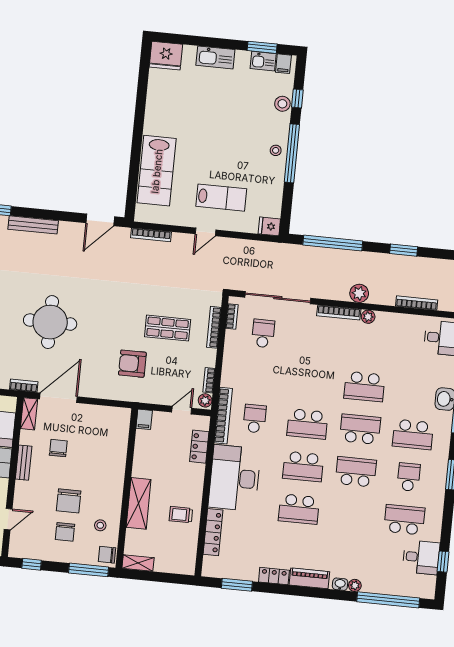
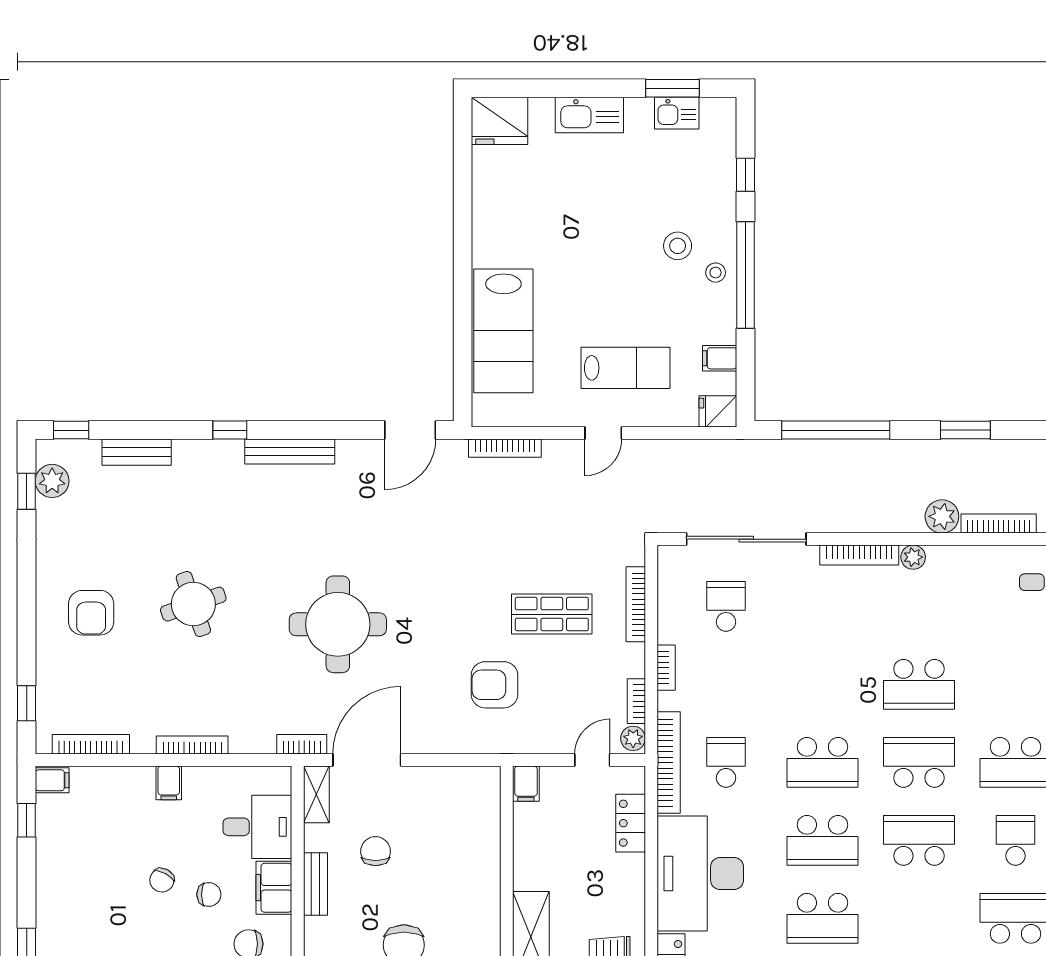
filing cabinet: (283, 64) -> (720, 358), moved, turned 90
stool: (282, 104) -> (678, 246), moved
plant: (359, 293) -> (942, 516), moved
bookcase: (232, 316) -> (666, 668), moved

